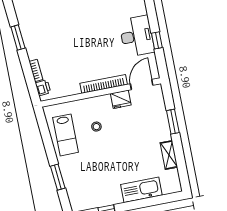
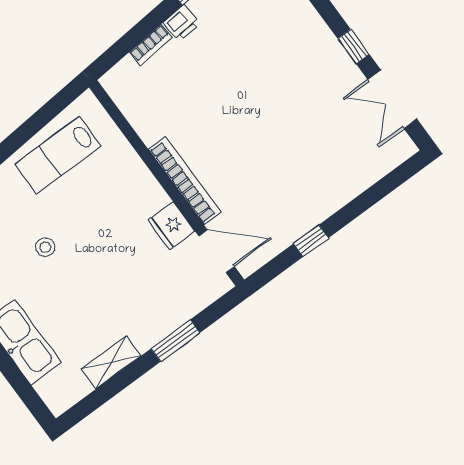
desk: (137, 36) -> (301, 200), removed
printer: (43, 88) -> (182, 23), moved
stool: (96, 127) -> (45, 247), moved

